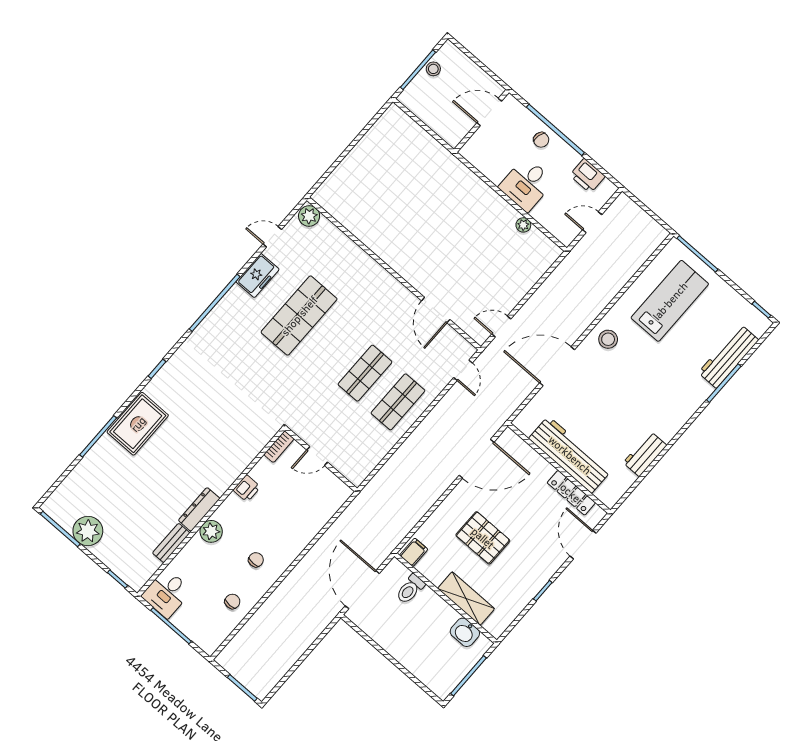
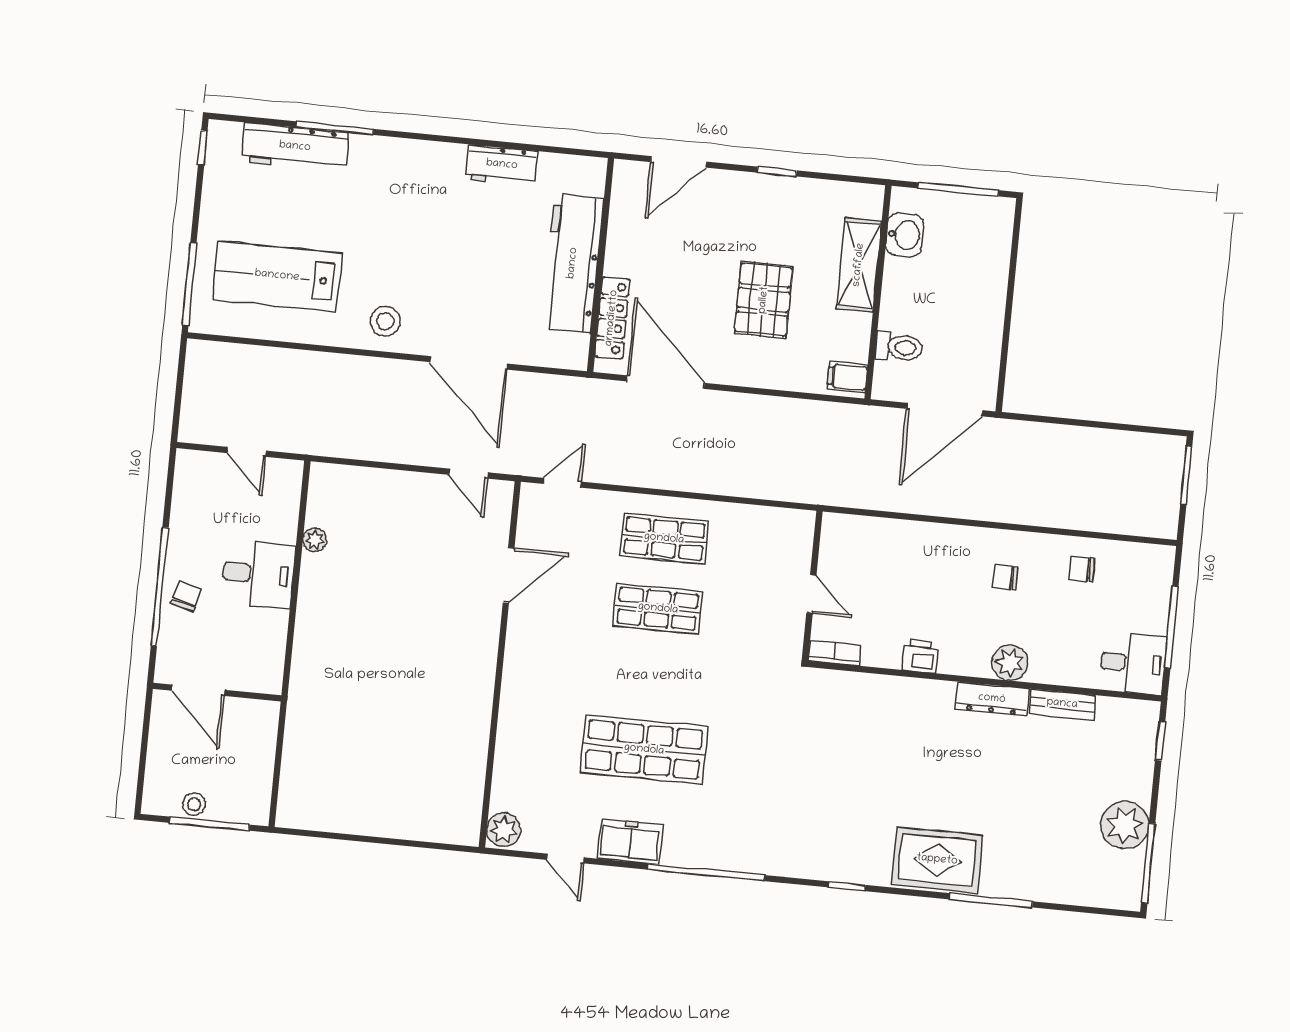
printer: (587, 176) -> (190, 502), removed
locker: (571, 493) -> (612, 318), moved

